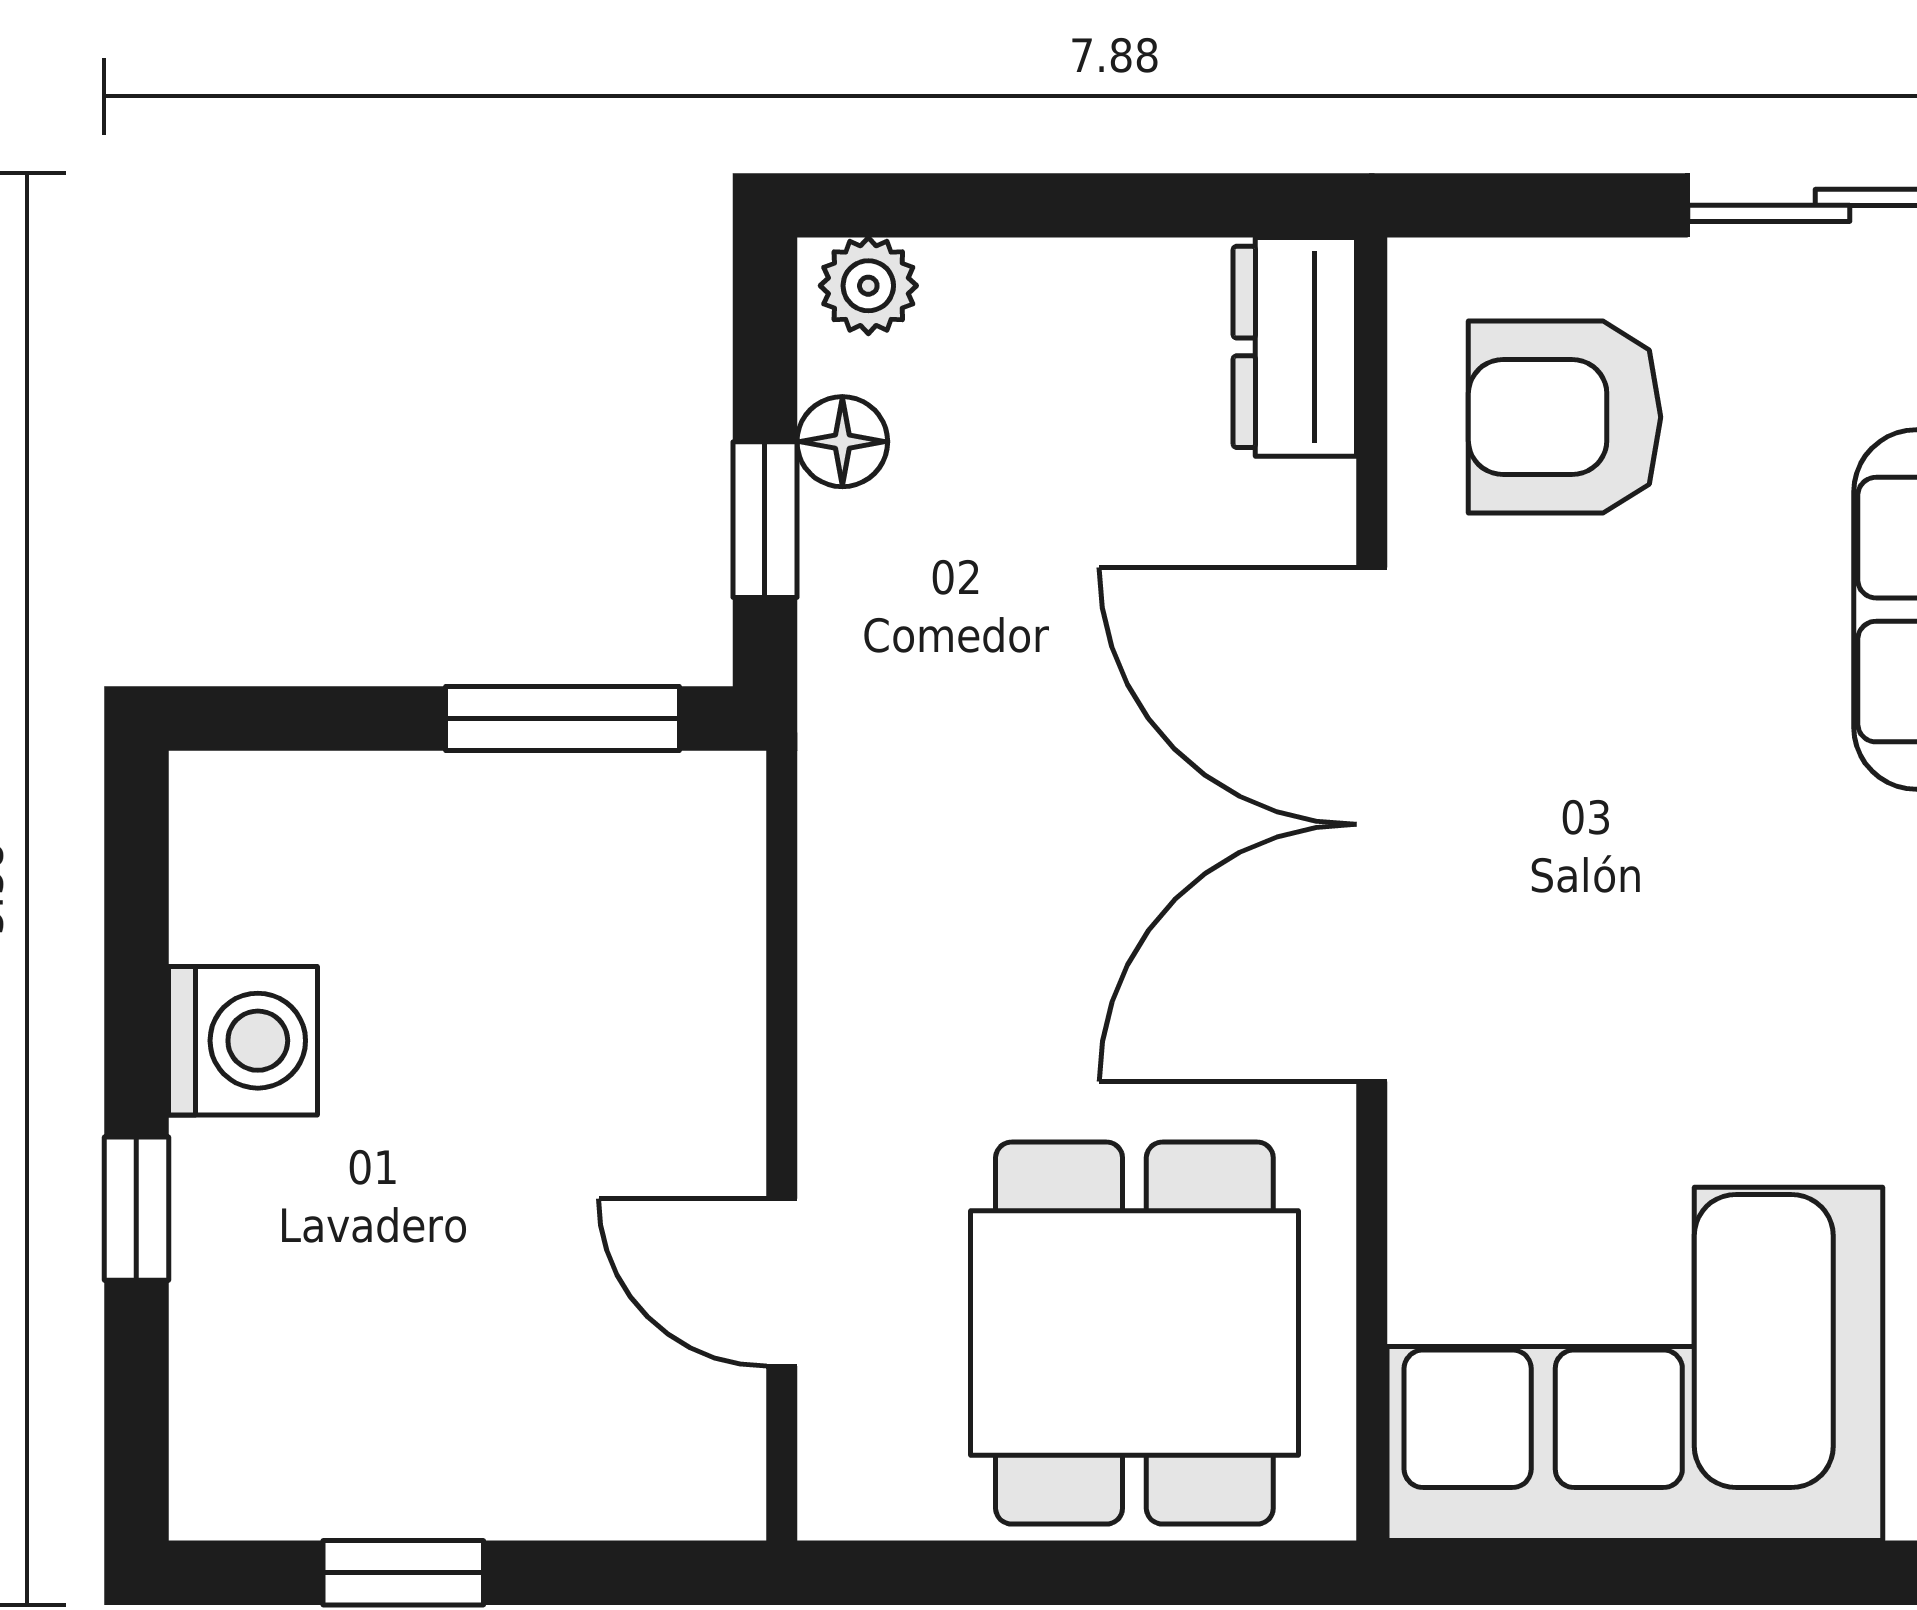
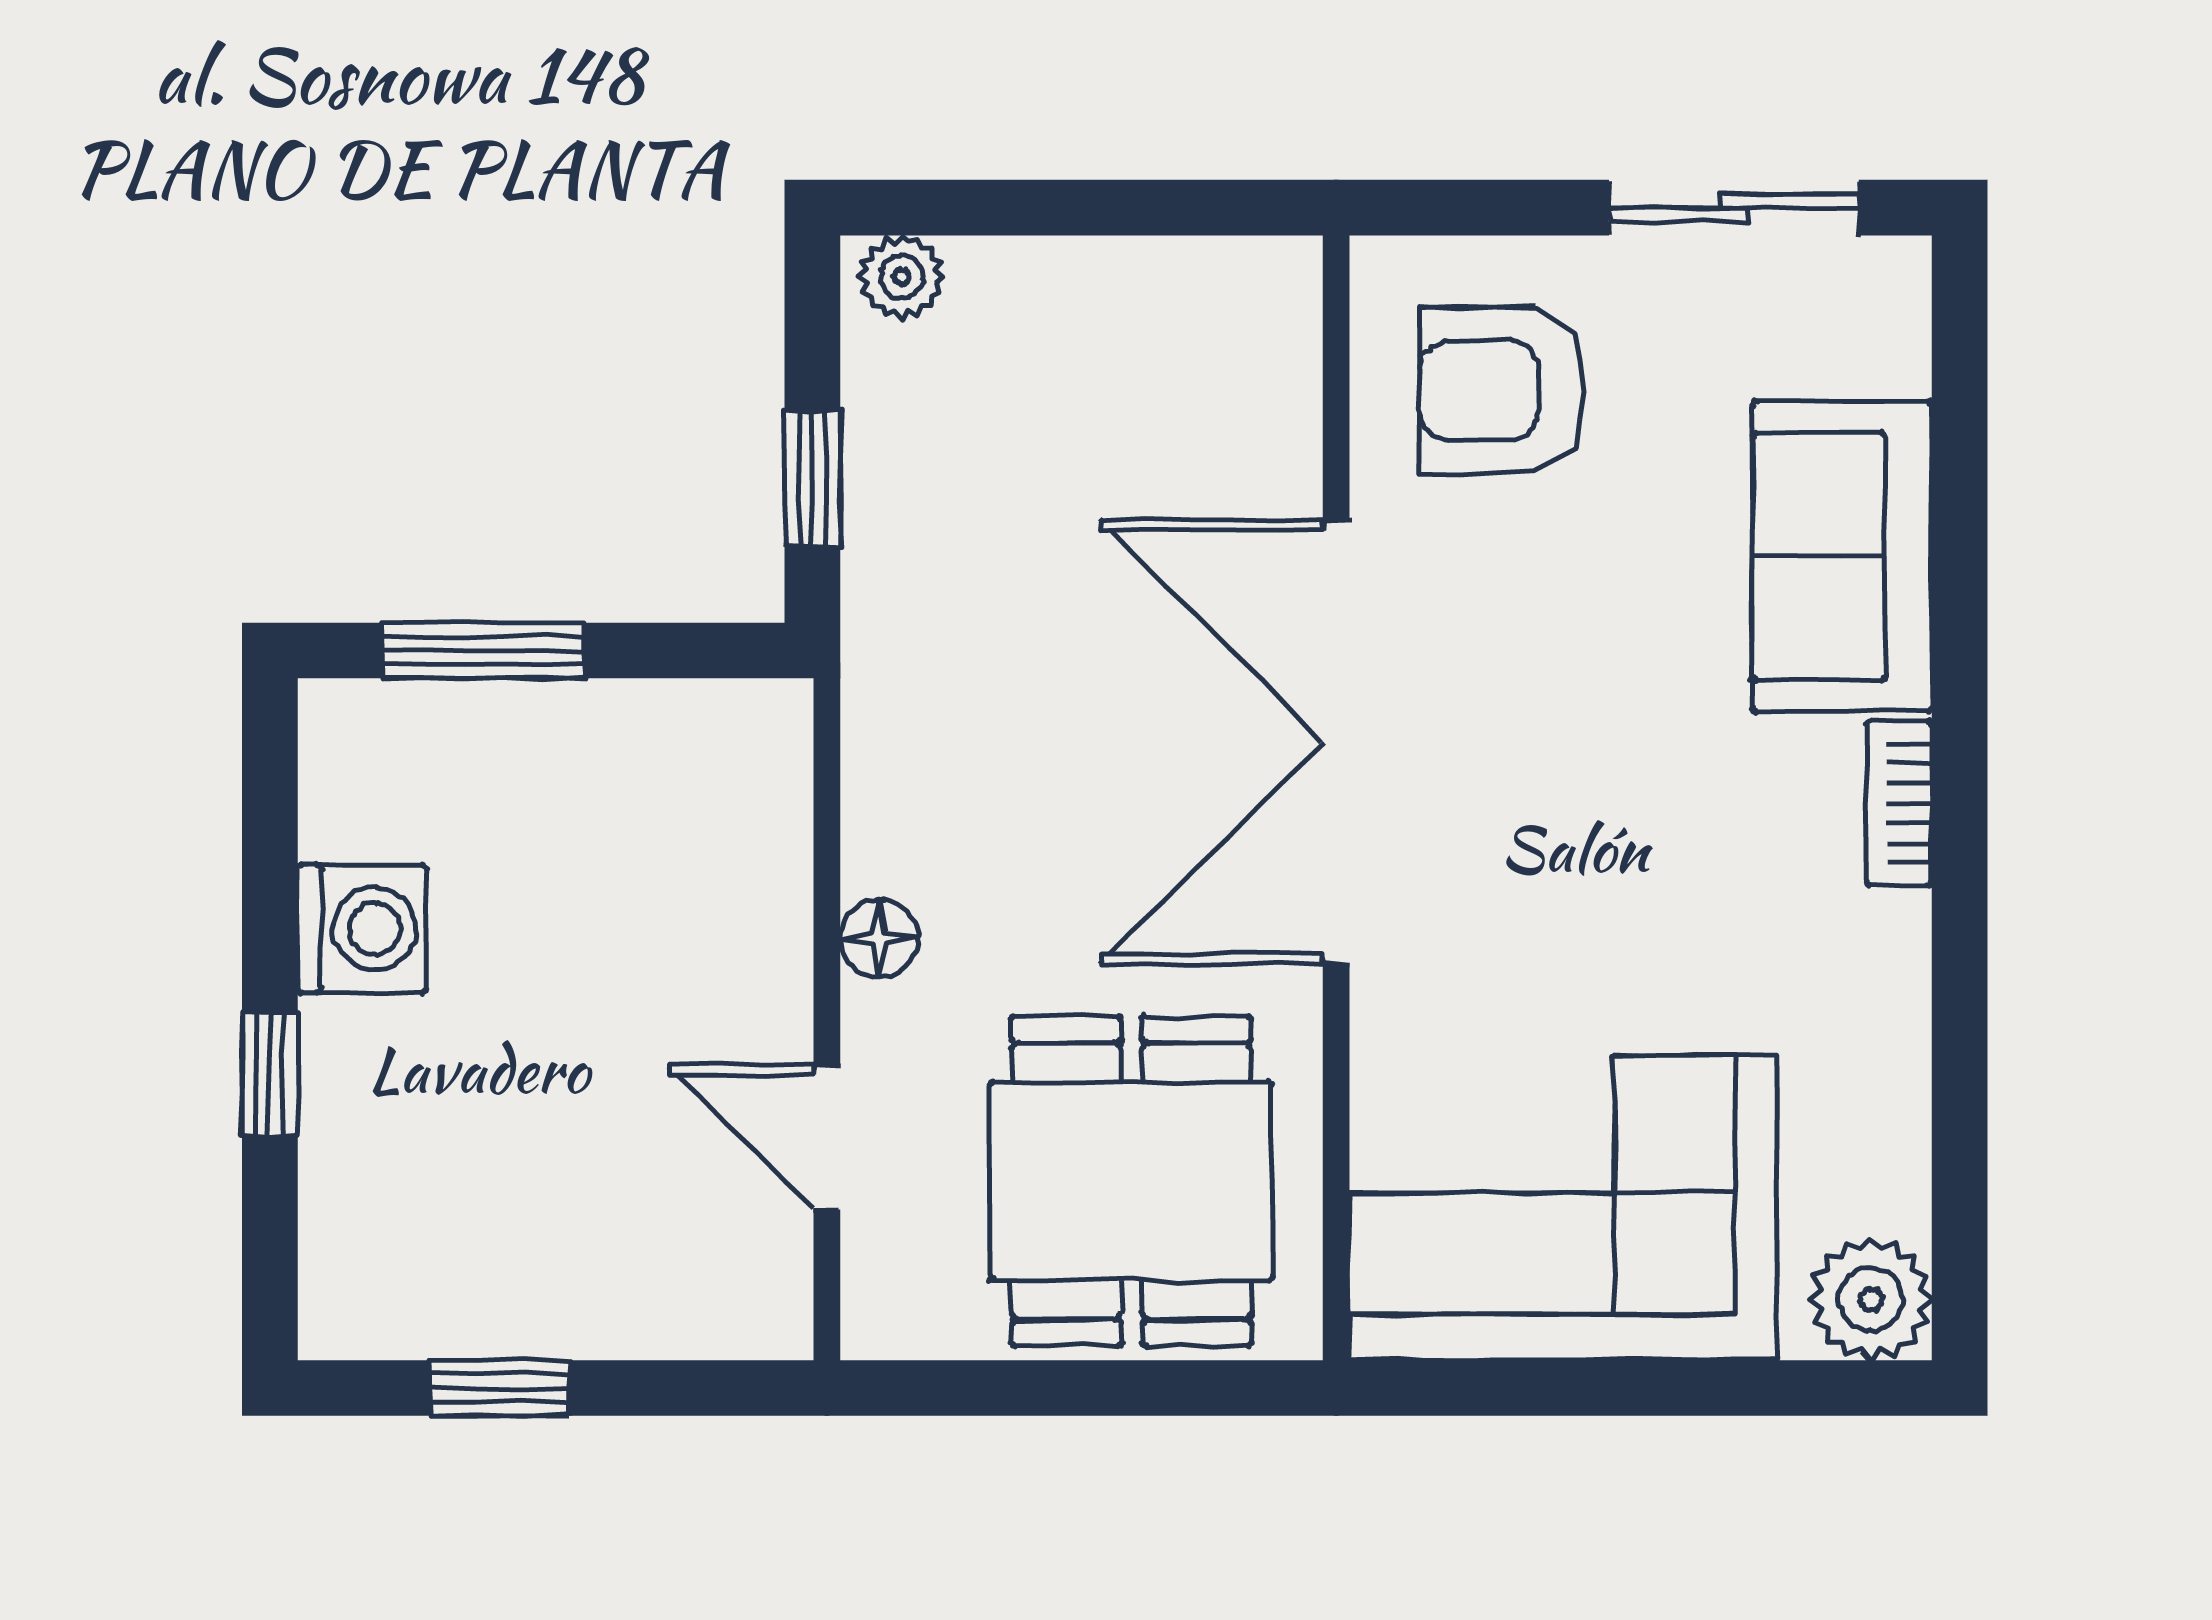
dresser: (1295, 347) -> (1270, 330), removed
floor lamp: (842, 442) -> (879, 938), moved
window: (562, 718) -> (484, 651), moved

